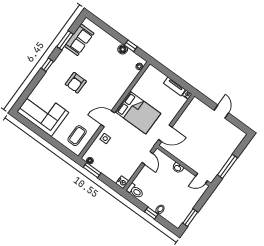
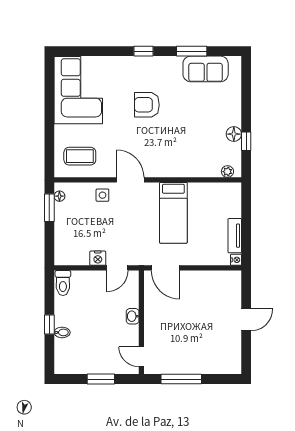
bed: (138, 113) -> (173, 213), width x0.67
nightstand: (122, 182) -> (98, 258), moved
window: (190, 218) -> (101, 379), moved

